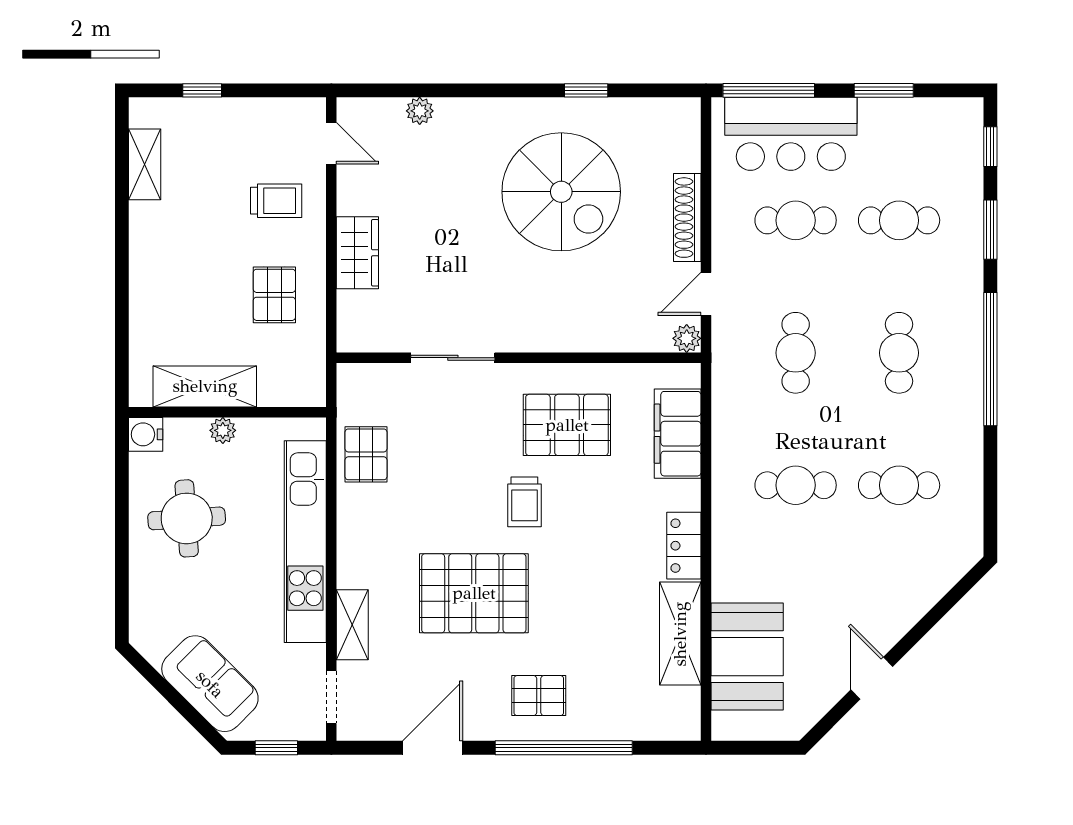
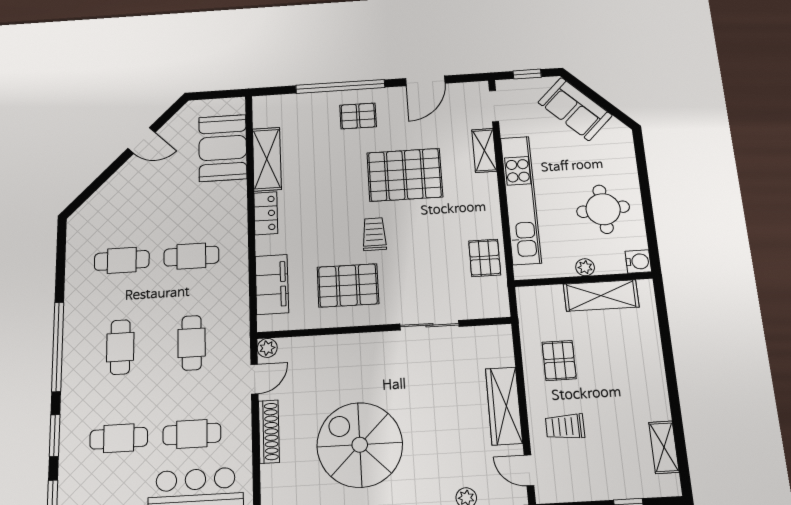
wardrobe: (357, 253) -> (504, 406), width x1.50
door: (872, 678) -> (142, 140), hinge flipped

